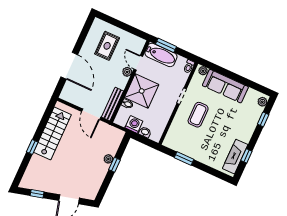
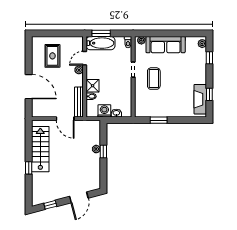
door: (138, 63) -> (85, 58), hinge flipped
shower: (142, 91) -> (93, 86), width x0.54, depth x0.54

